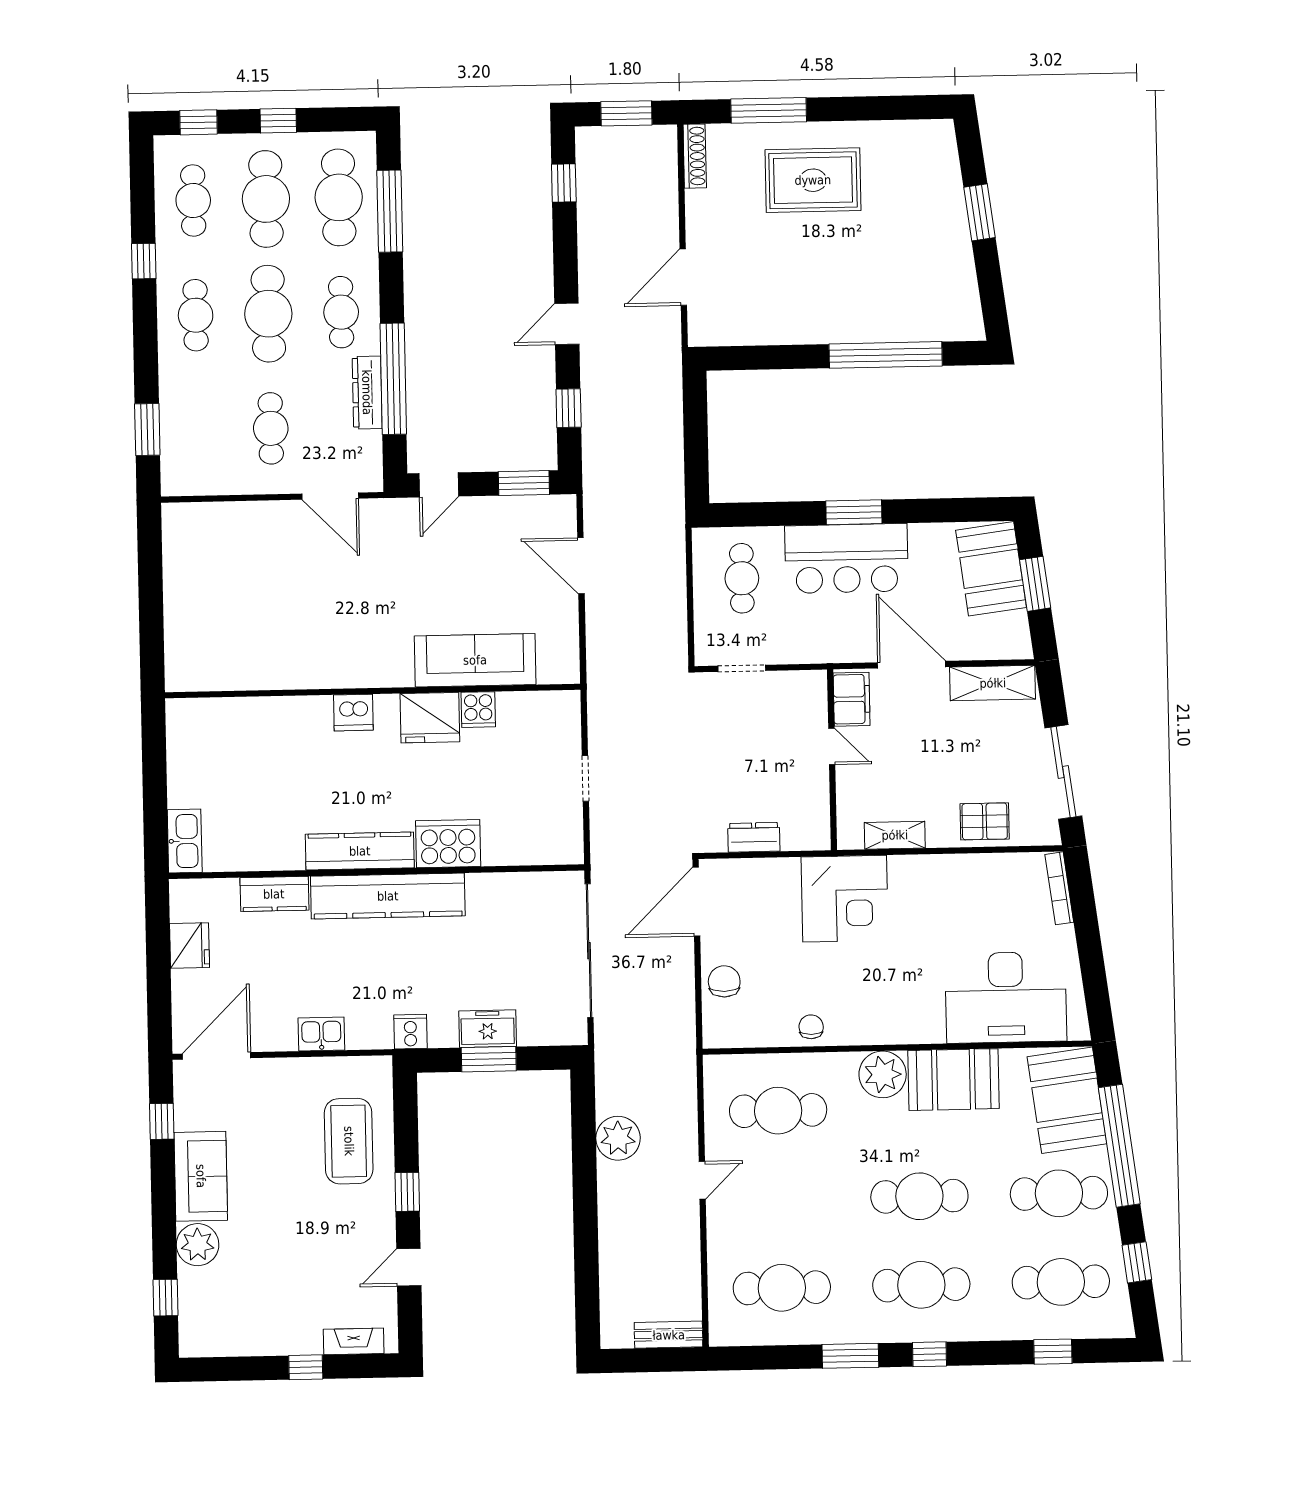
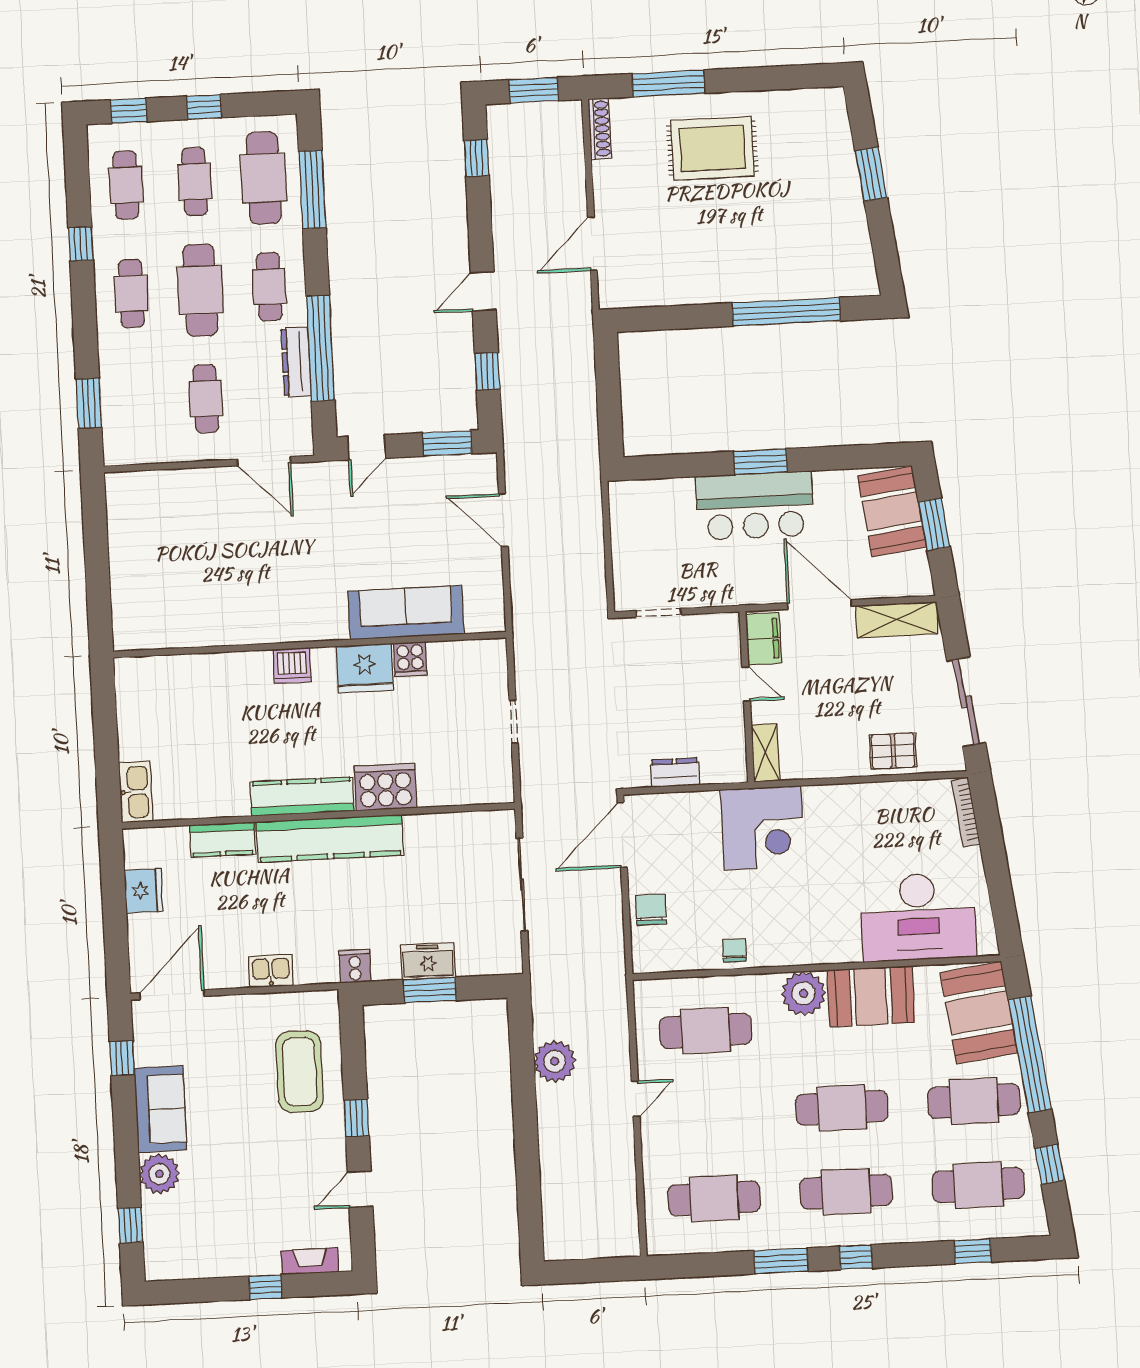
cafe table: (266, 199) -> (195, 181), width x0.73, depth x0.74
cafe table: (742, 578) -> (656, 527), removed
shelving: (895, 835) -> (765, 753), moved, turned 90
sliding door: (589, 951) -> (522, 884), width x0.73
bench: (669, 1335) -> (608, 1246), removed

